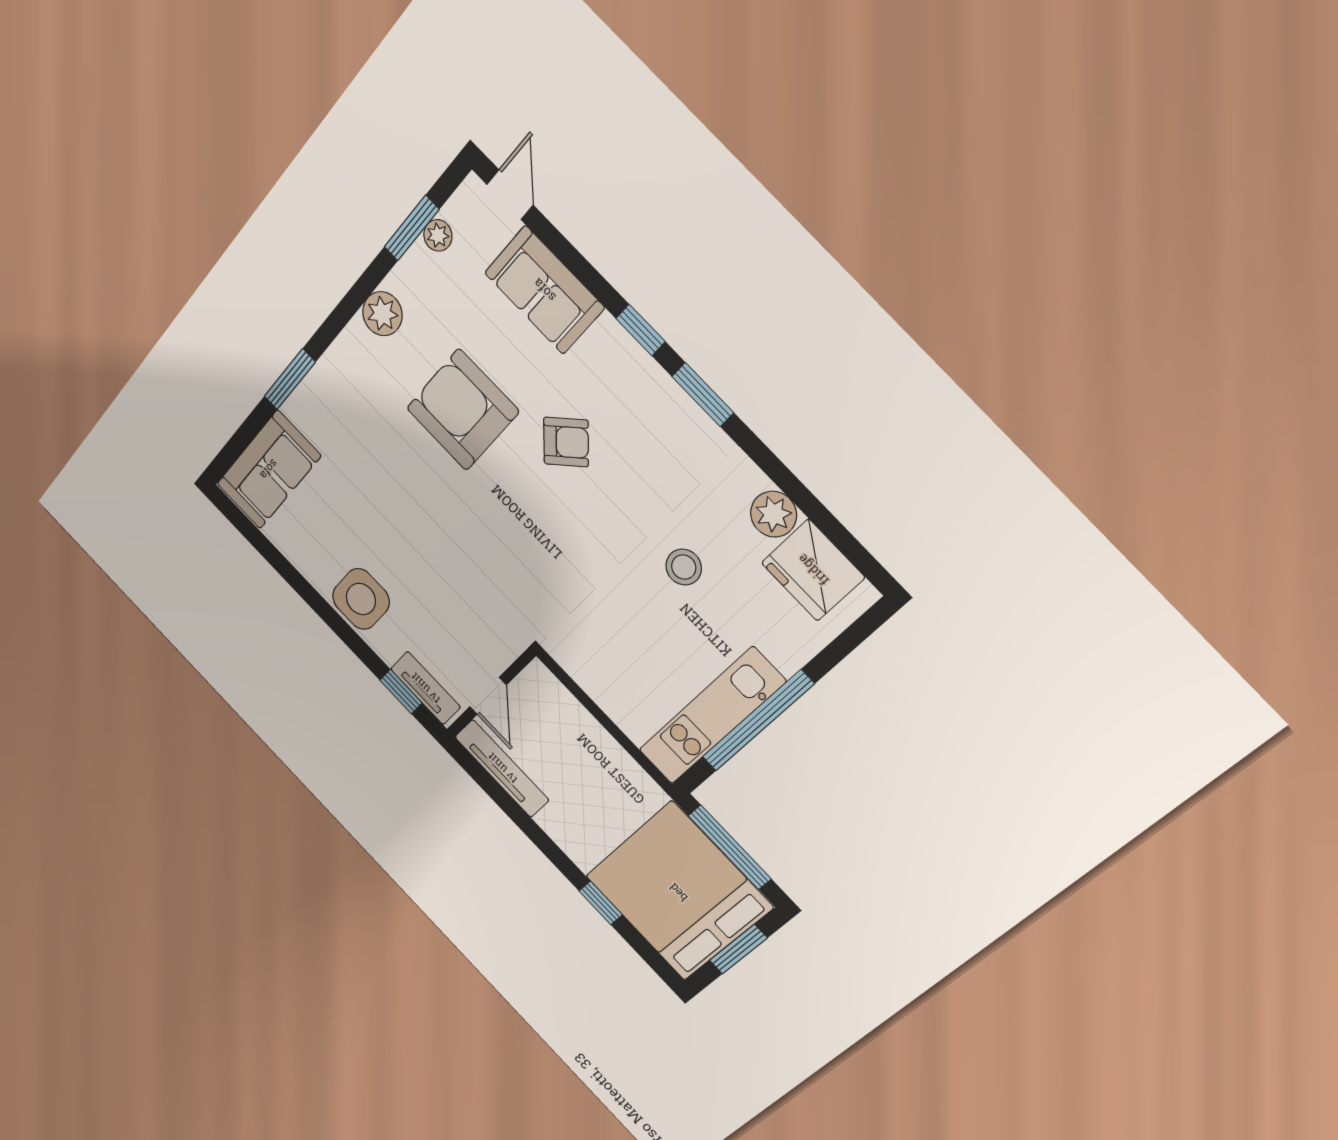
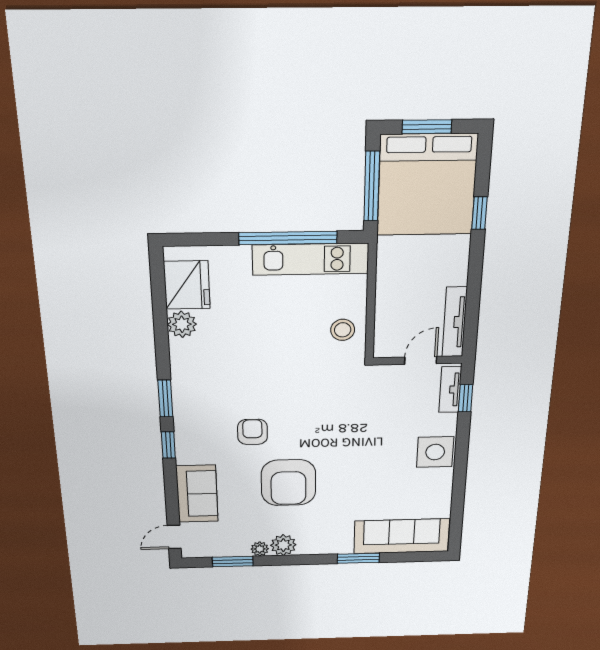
plant: (438, 235) -> (260, 549), moved
armchair: (566, 442) -> (252, 432), turned 43
sofa: (269, 470) -> (402, 536), width x1.36
stool: (684, 567) -> (343, 330), moved

